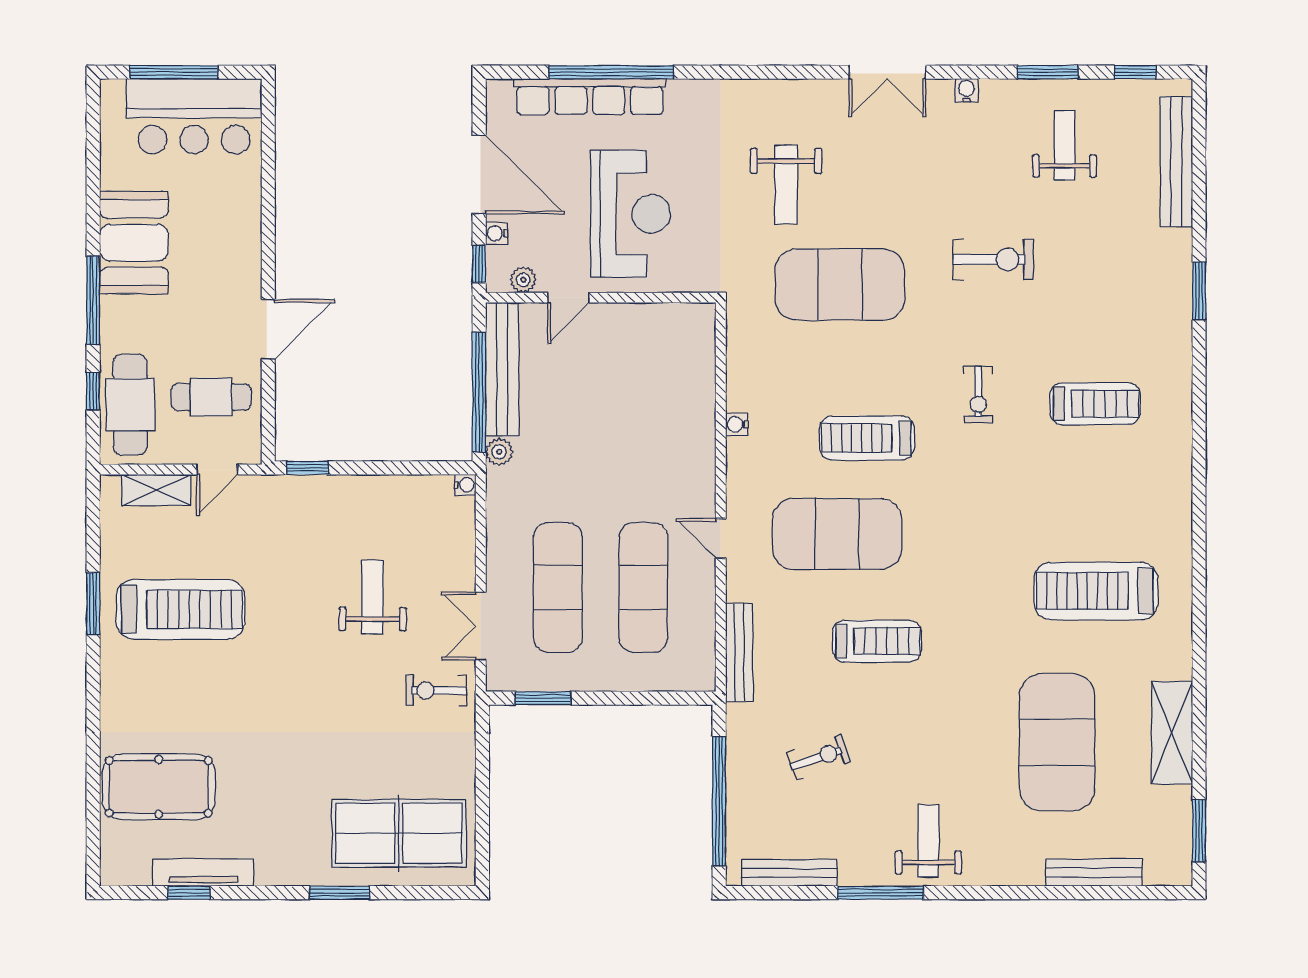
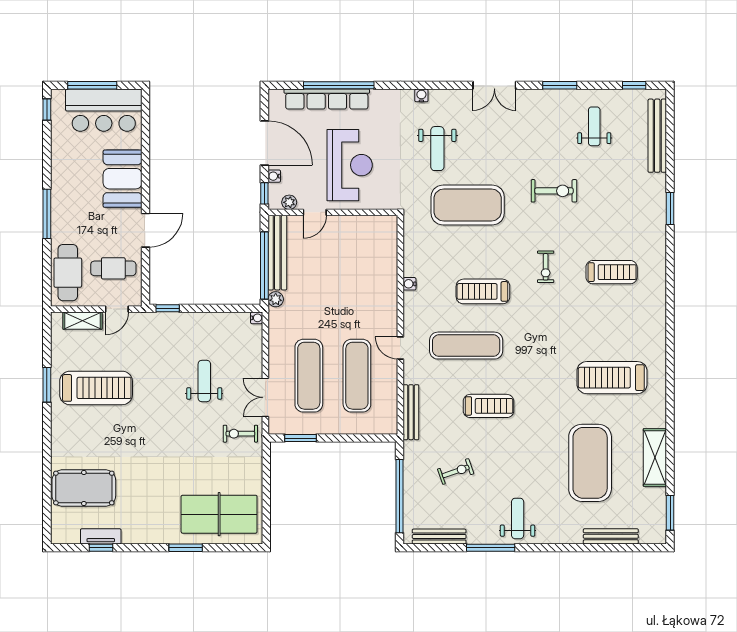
window: (1048, 72) -> (560, 85), moved
water cooler: (967, 90) -> (421, 95), moved
booth: (134, 243) -> (123, 179), moved
window: (93, 391) -> (47, 109), moved
exercise mat: (837, 534) -> (466, 346), width x0.68
tv unit: (203, 873) -> (101, 536), width x0.71

